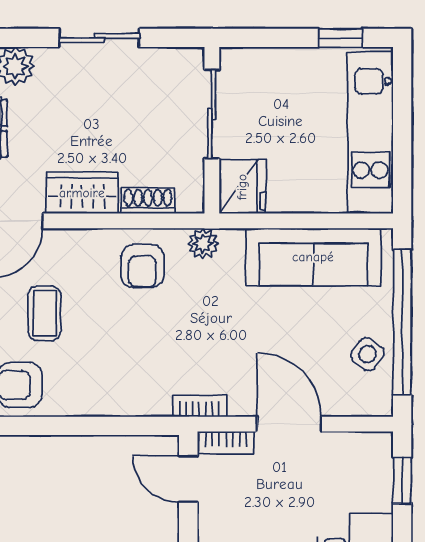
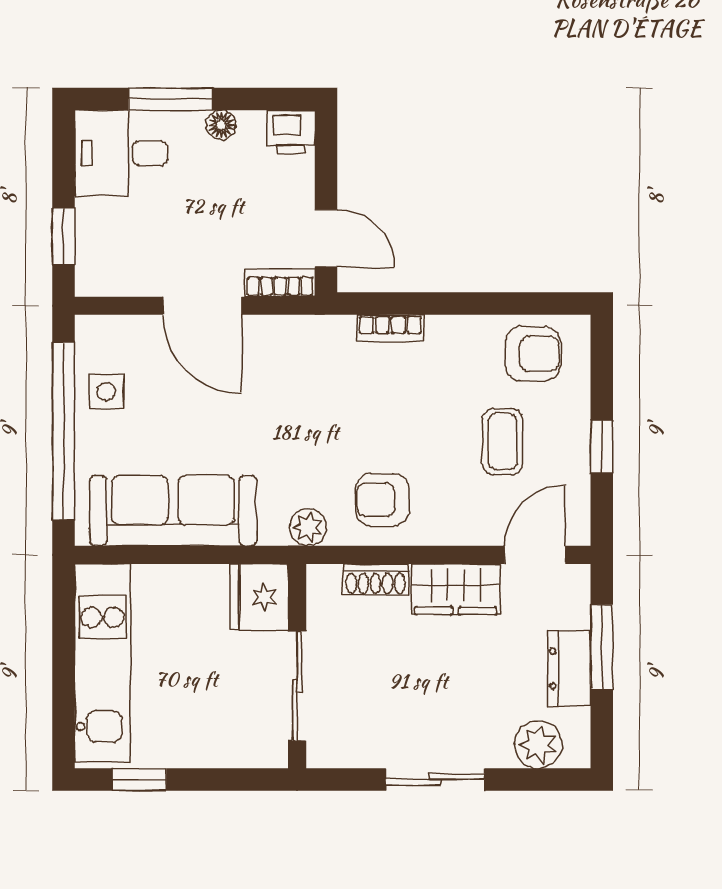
armchair: (142, 266) -> (382, 500), turned -90
side table: (367, 354) -> (106, 392), turned -36
bookcase: (199, 406) -> (390, 328), moved

